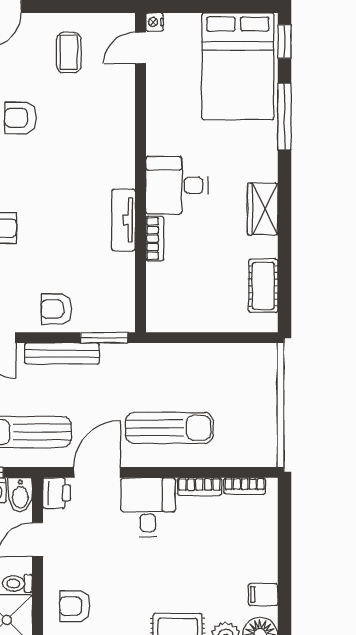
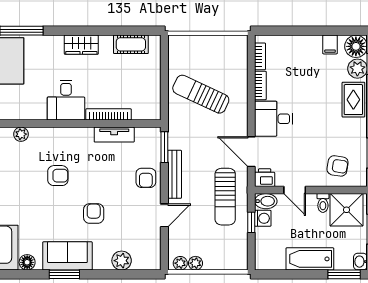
plant: (124, 116) -> (21, 134), added
armchair: (21, 118) -> (58, 176), moved, turned -90
tv unit: (123, 220) -> (114, 135), moved
bookcase: (155, 239) -> (109, 114), width x1.56
sun lounger: (169, 428) -> (201, 94), moved, turned -65
armchair: (75, 606) -> (338, 166), turned -81

